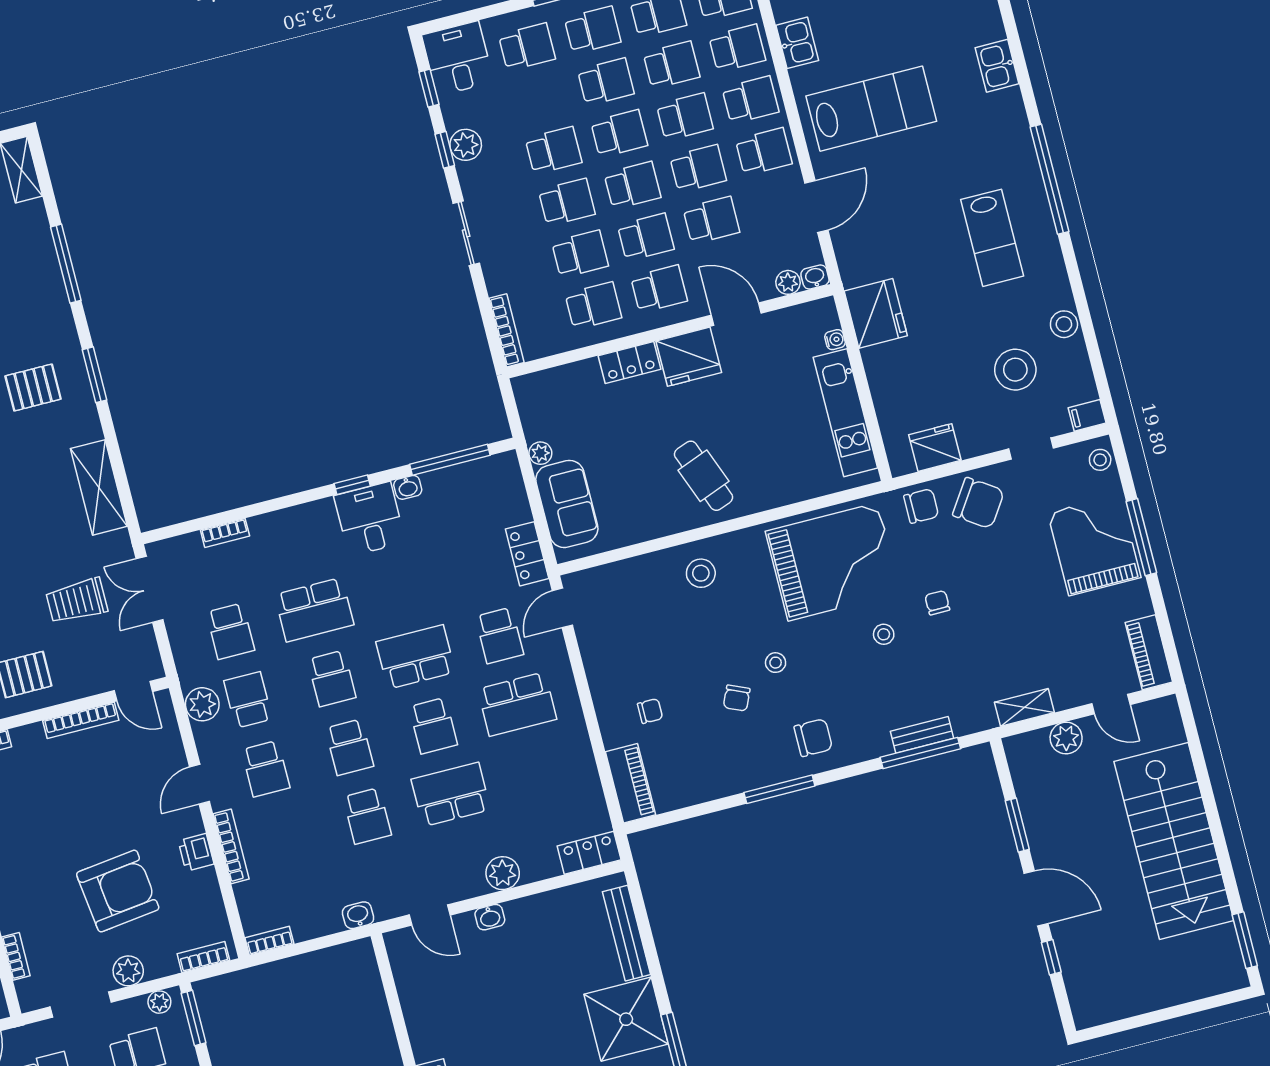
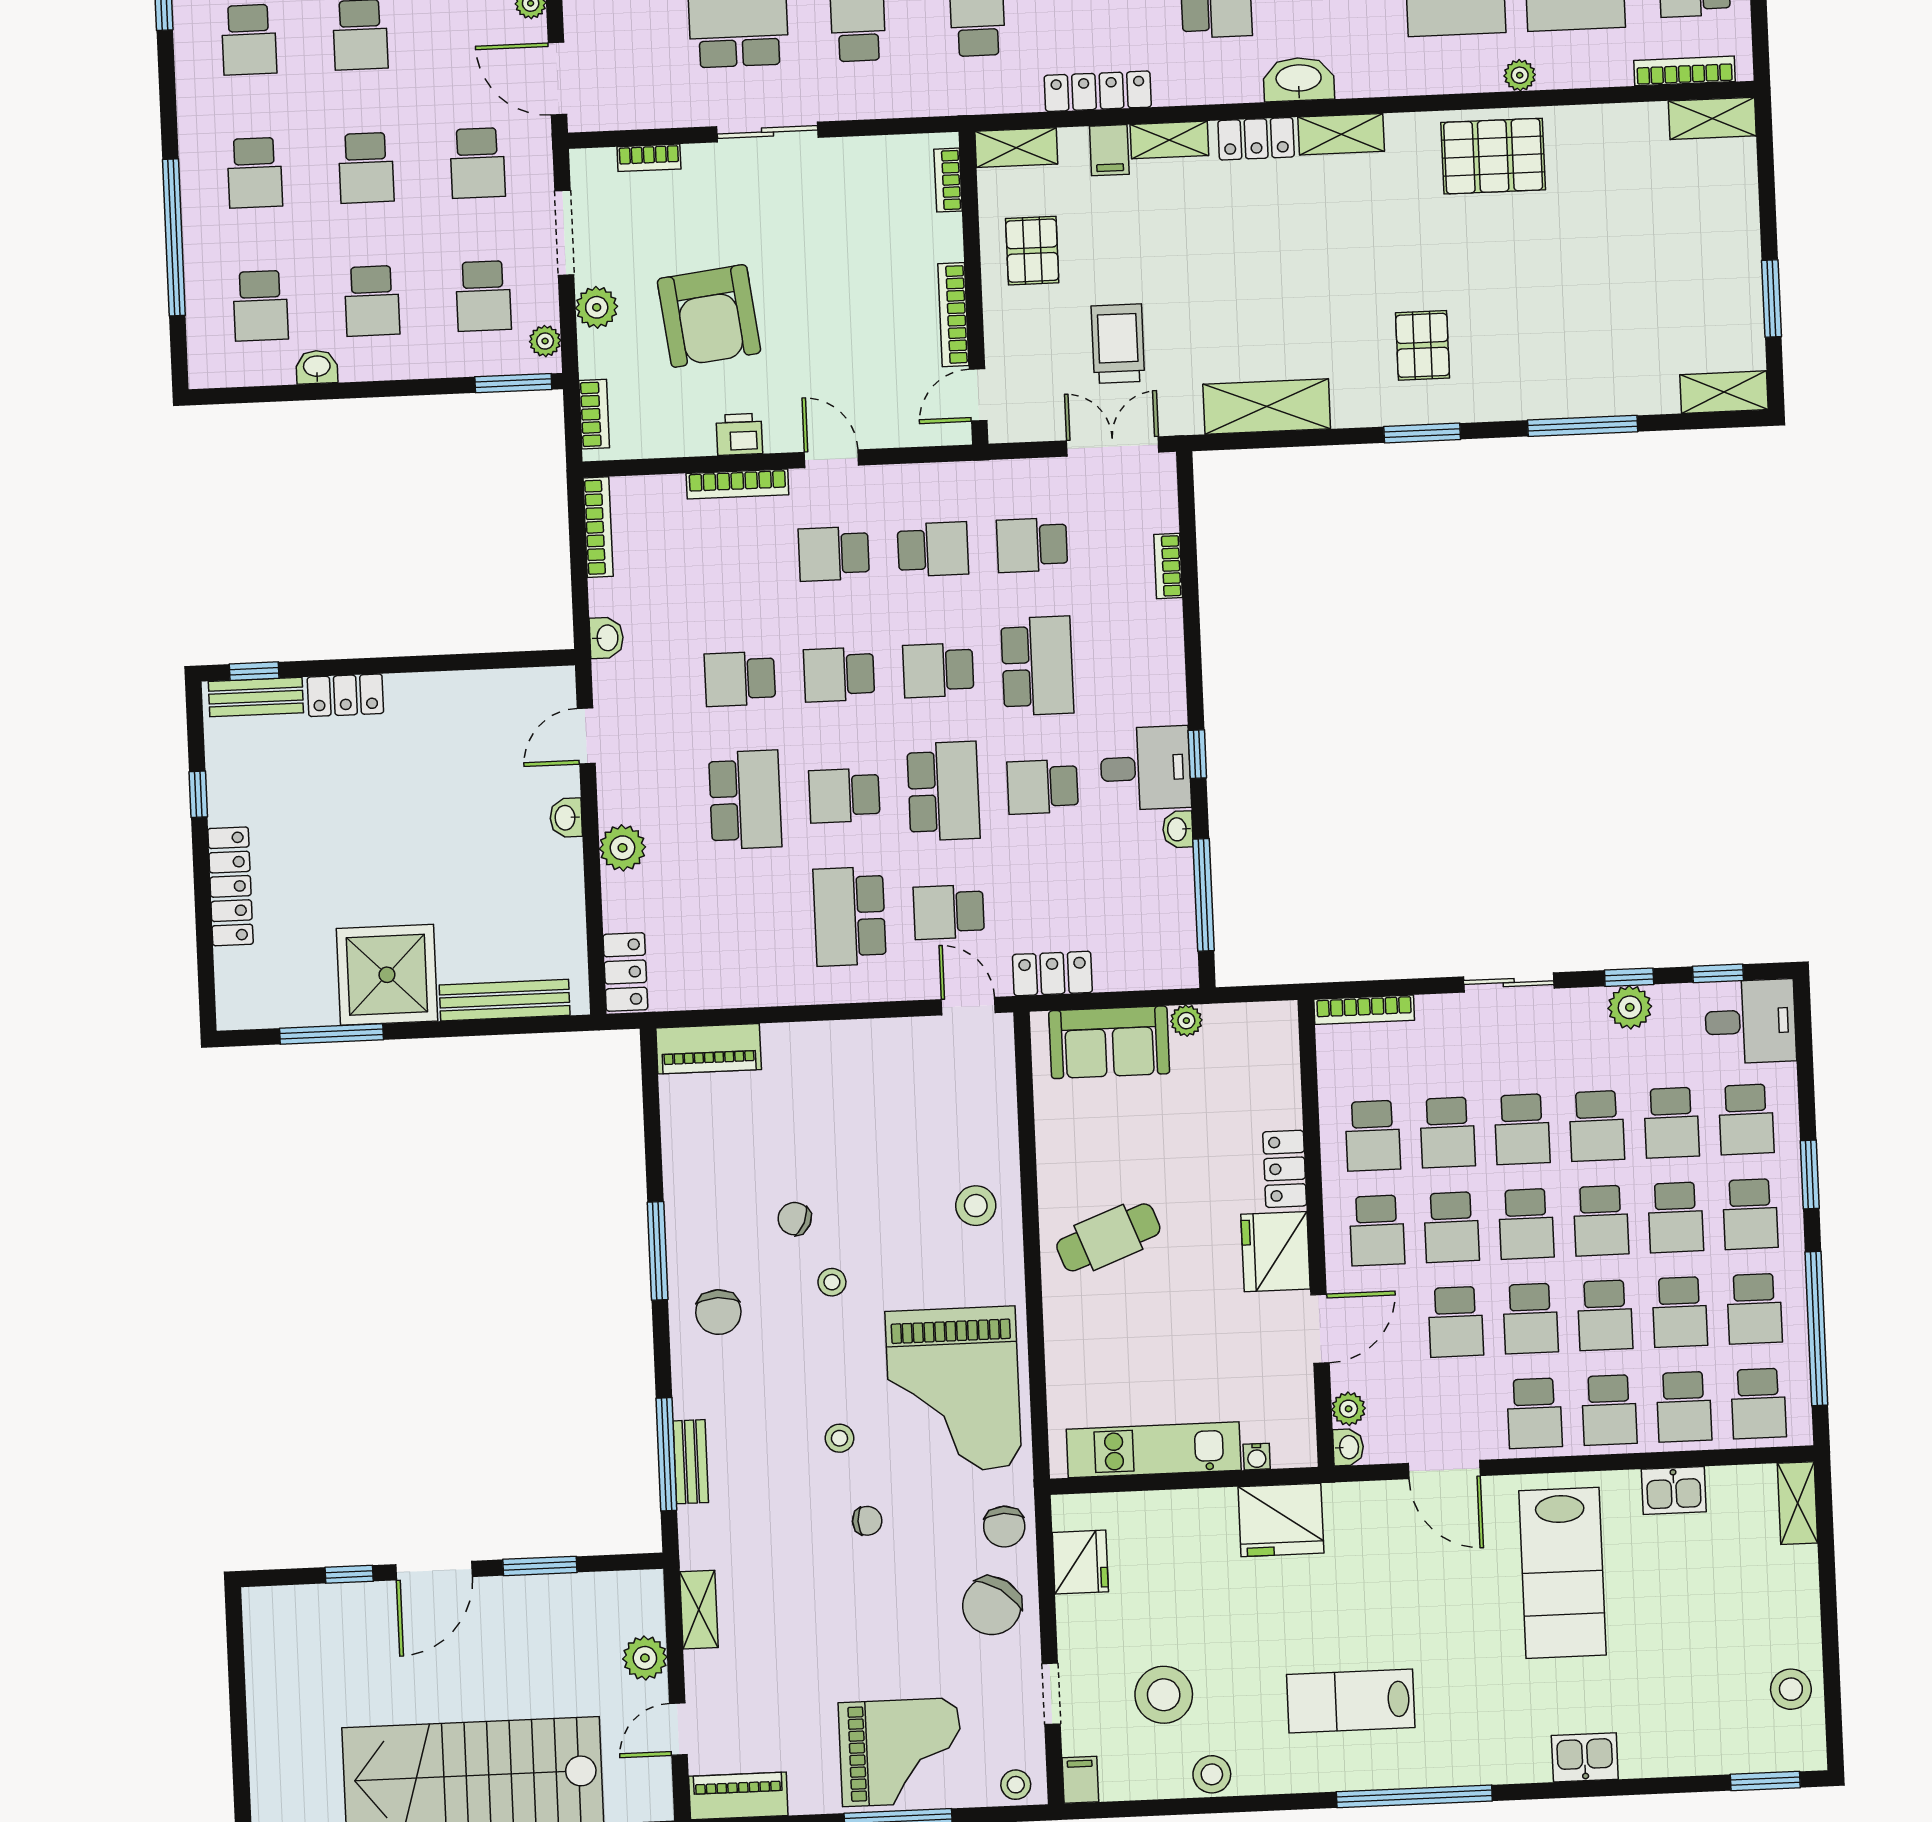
school desk: (540, 99) -> (1671, 1123), added
school desk: (398, 588) -> (1043, 787), added
school desk: (314, 610) -> (1037, 666), turned 180
plant: (202, 704) -> (940, 486), removed
chair: (650, 711) -> (802, 1096), removed
bookcase: (269, 941) -> (598, 527), width x1.56

